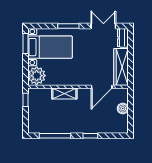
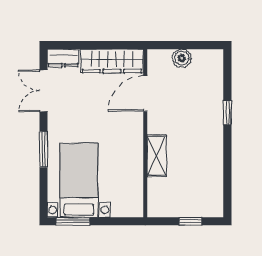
plant: (37, 76) -> (127, 202), removed
door: (102, 87) -> (145, 94), swing flipped
window: (25, 100) -> (190, 221), moved
window: (55, 136) -> (227, 172), removed

